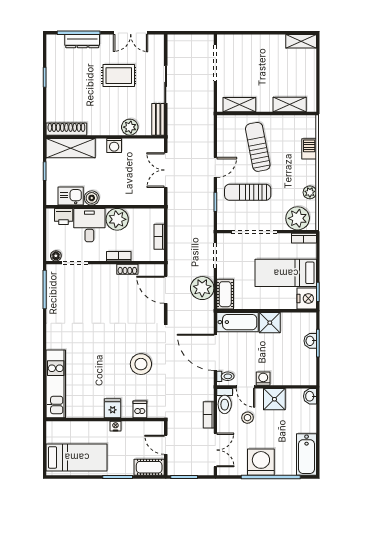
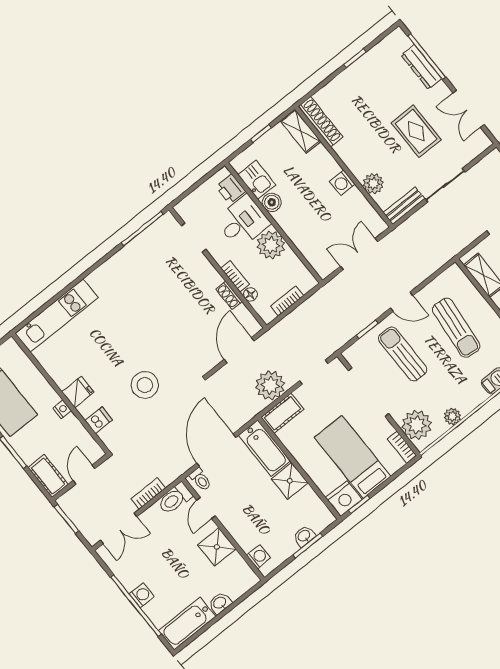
sun lounger: (258, 147) -> (456, 328), turned 107
shelving: (71, 148) -> (301, 131), width x0.67, depth x0.75
floor lamp: (56, 256) -> (250, 294), moved
washing machine: (263, 379) -> (259, 557), moved
washbasin: (310, 396) -> (220, 603), moved
stool: (247, 418) -> (177, 535), removed
washing machine: (261, 462) -> (142, 595), width x0.53, depth x0.53

